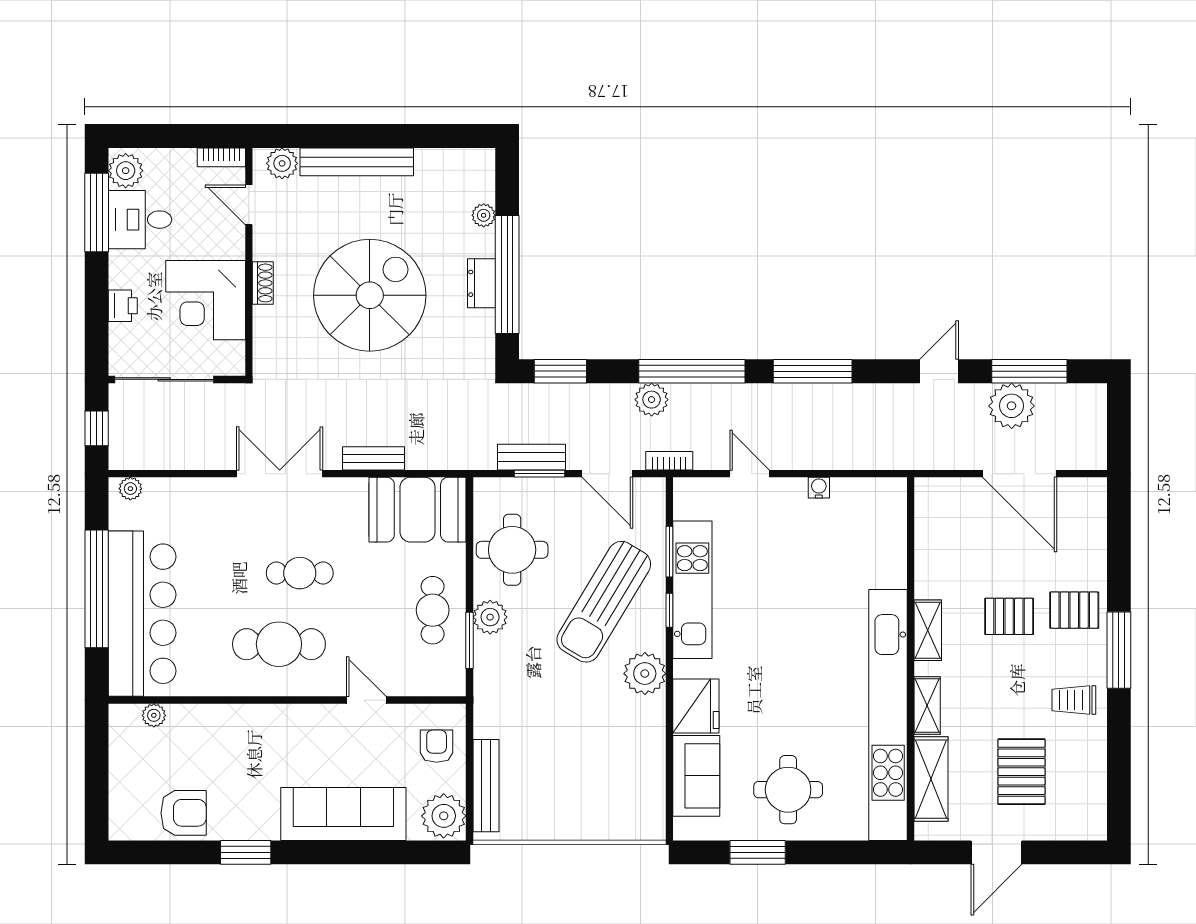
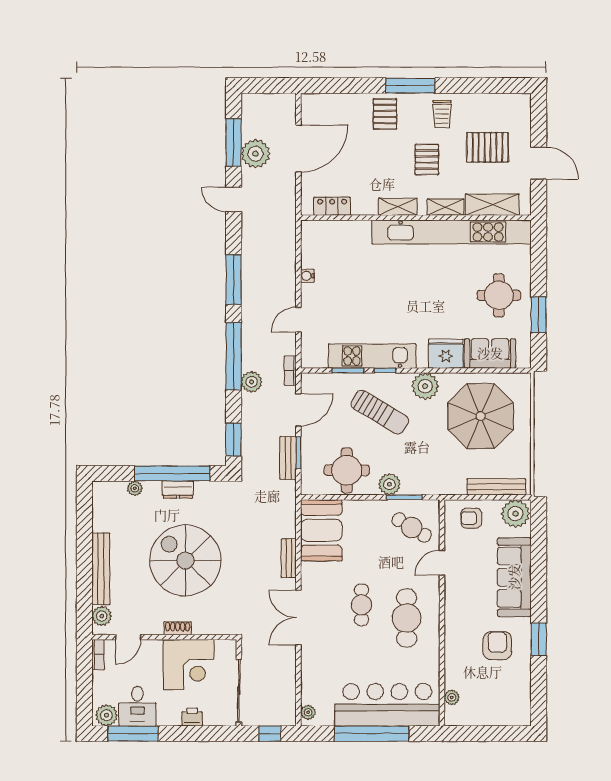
locker: (929, 527) -> (332, 206), added
sun lounger: (604, 602) -> (380, 412), width x0.73, depth x0.75
cafe table: (433, 610) -> (412, 528), moved, turned 31
pallet: (1009, 616) -> (427, 159), moved
parasol: (597, 761) -> (481, 416), added
armchair: (184, 813) -> (497, 646), moved

